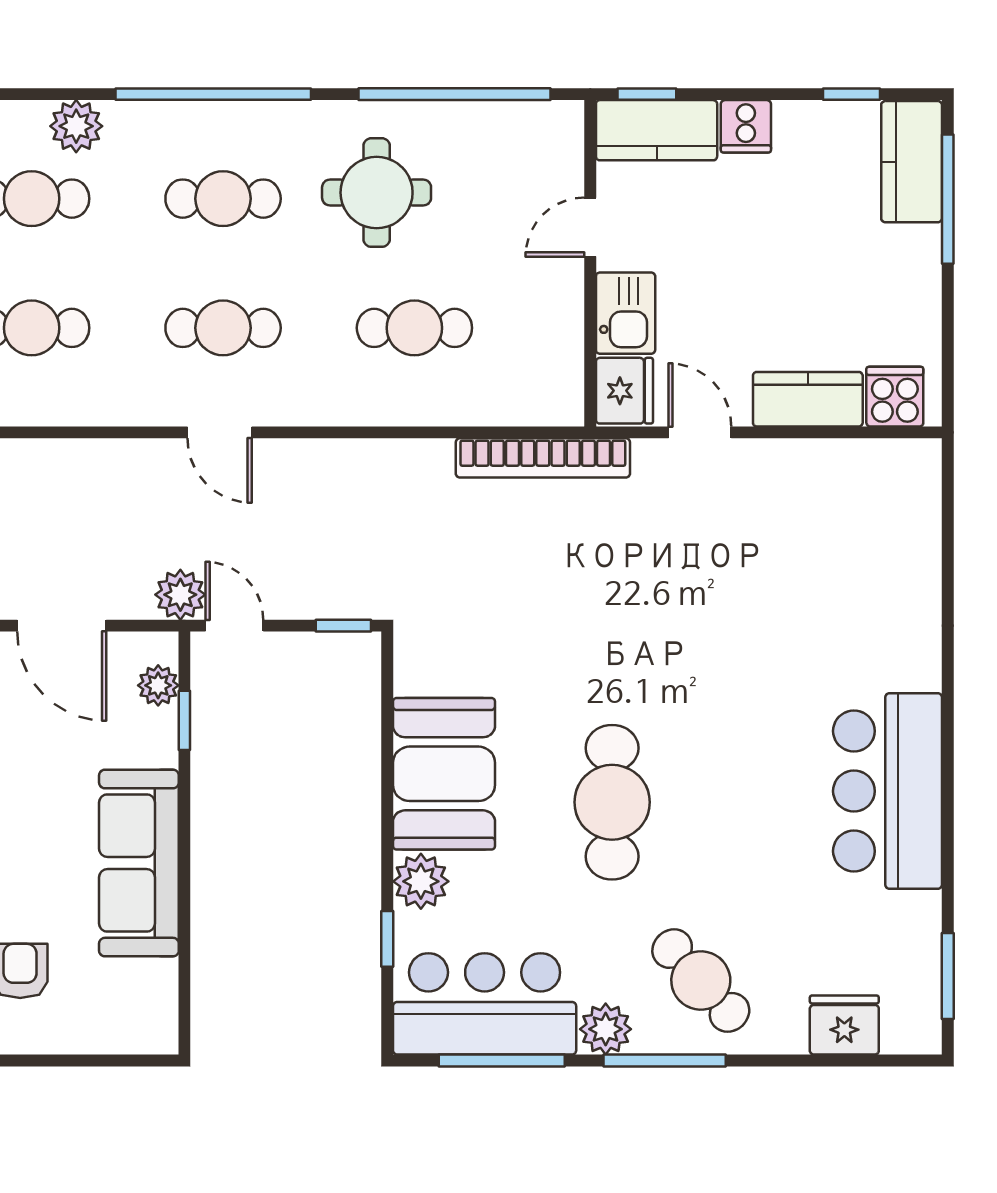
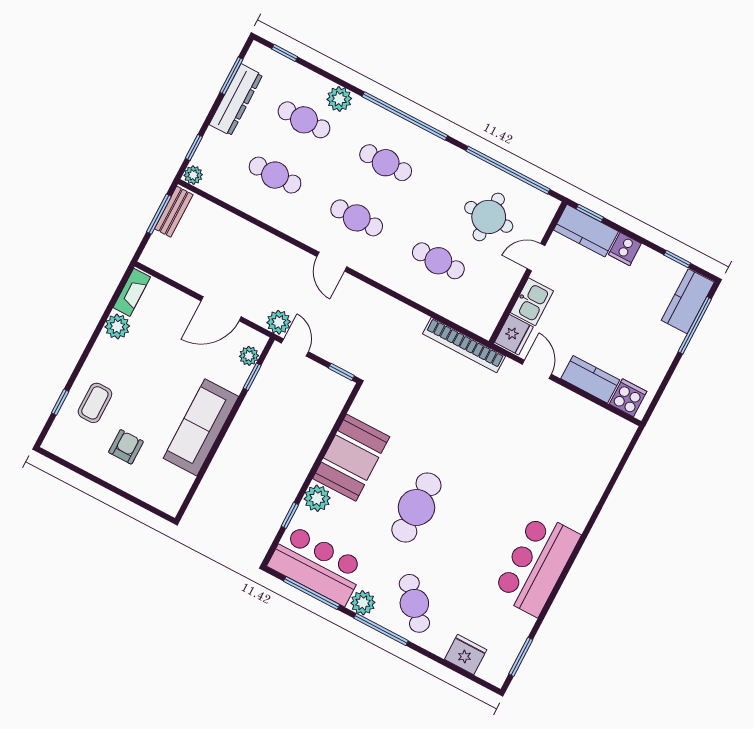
round table: (377, 193) -> (489, 217), moved
door: (62, 626) -> (221, 309), hinge flipped

